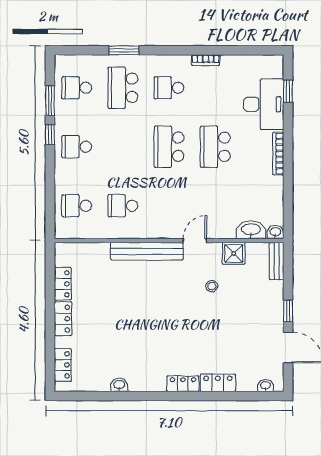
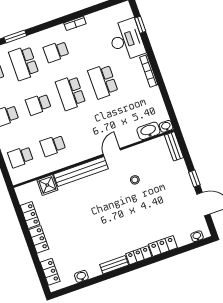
school desk: (123, 147) -> (38, 104), added
shower: (234, 253) -> (47, 185), moved
washbasin: (119, 385) -> (81, 276), moved
bench: (147, 385) -> (114, 265), added

